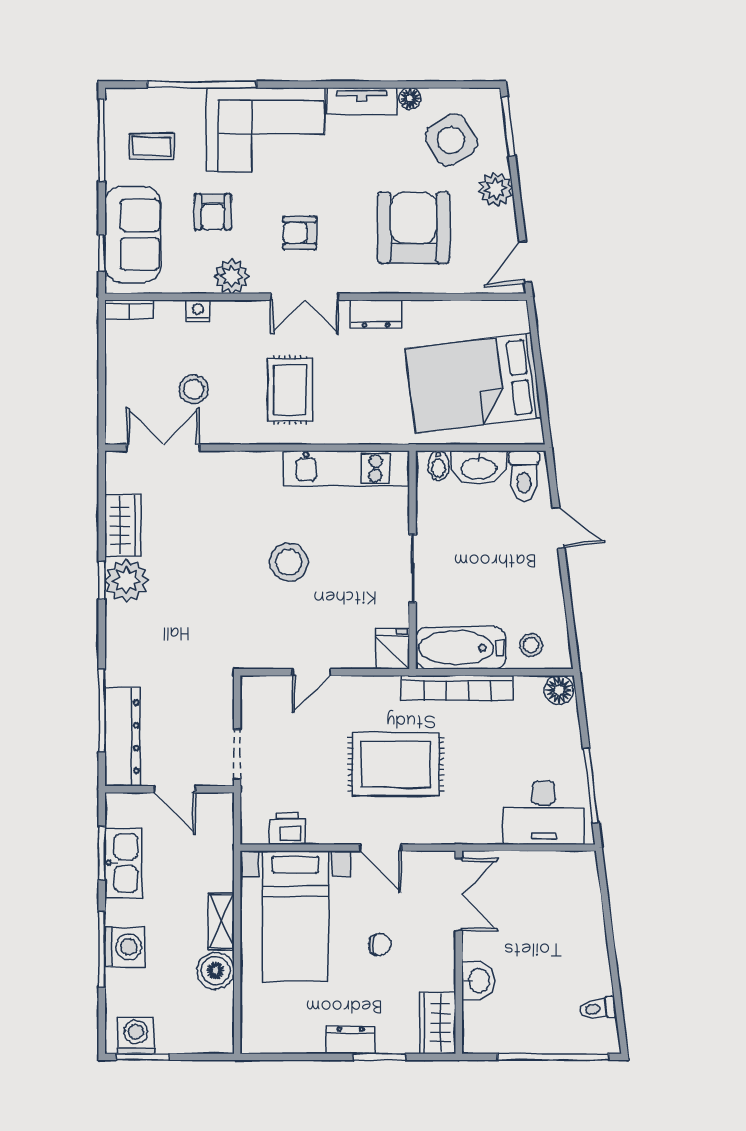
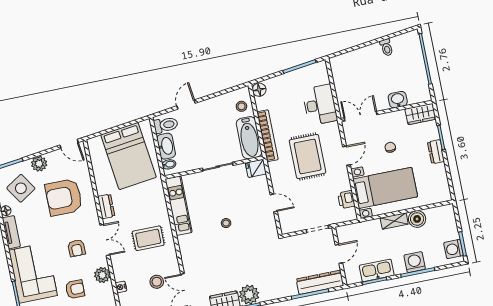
stool: (289, 562) -> (226, 223), width x0.53, depth x0.53
desk: (543, 813) -> (320, 105), moved
toilet: (598, 1009) -> (386, 47), moved

